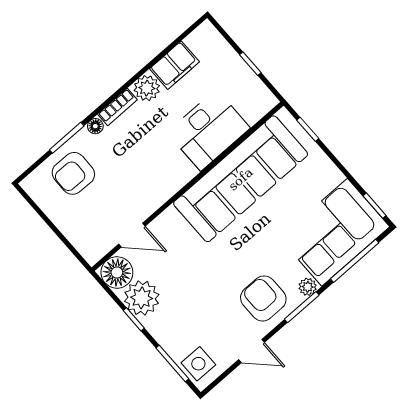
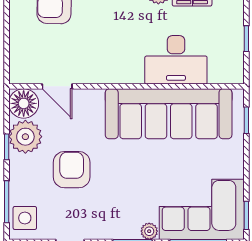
armchair: (263, 298) -> (72, 170), moved

